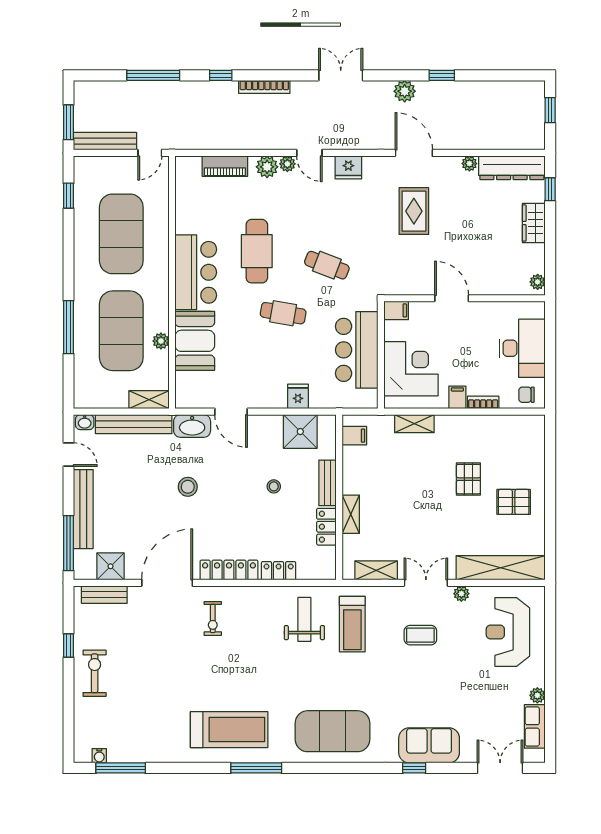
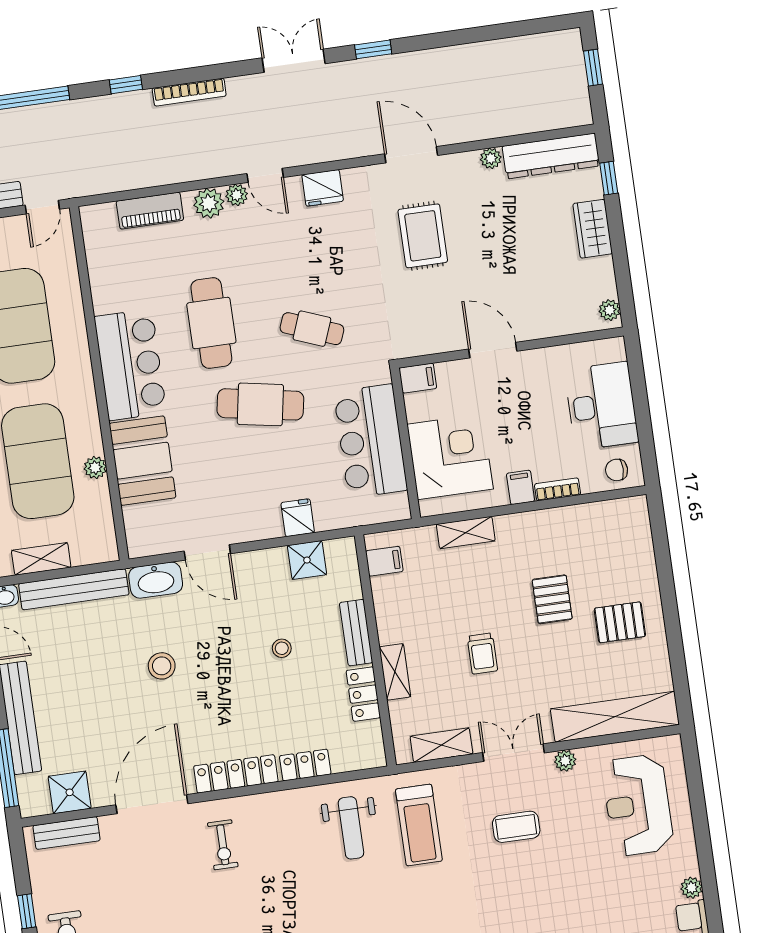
window: (442, 75) -> (373, 49), moved
plant: (405, 91) -> (386, 70), removed
cafe table: (283, 313) -> (260, 404), width x1.37, depth x1.35
shelving: (149, 400) -> (41, 559), moved
shower: (300, 432) -> (307, 560), width x0.73, depth x0.73
trolley: (414, 510) -> (482, 654), added
weight bench: (304, 619) -> (351, 828), turned 180

